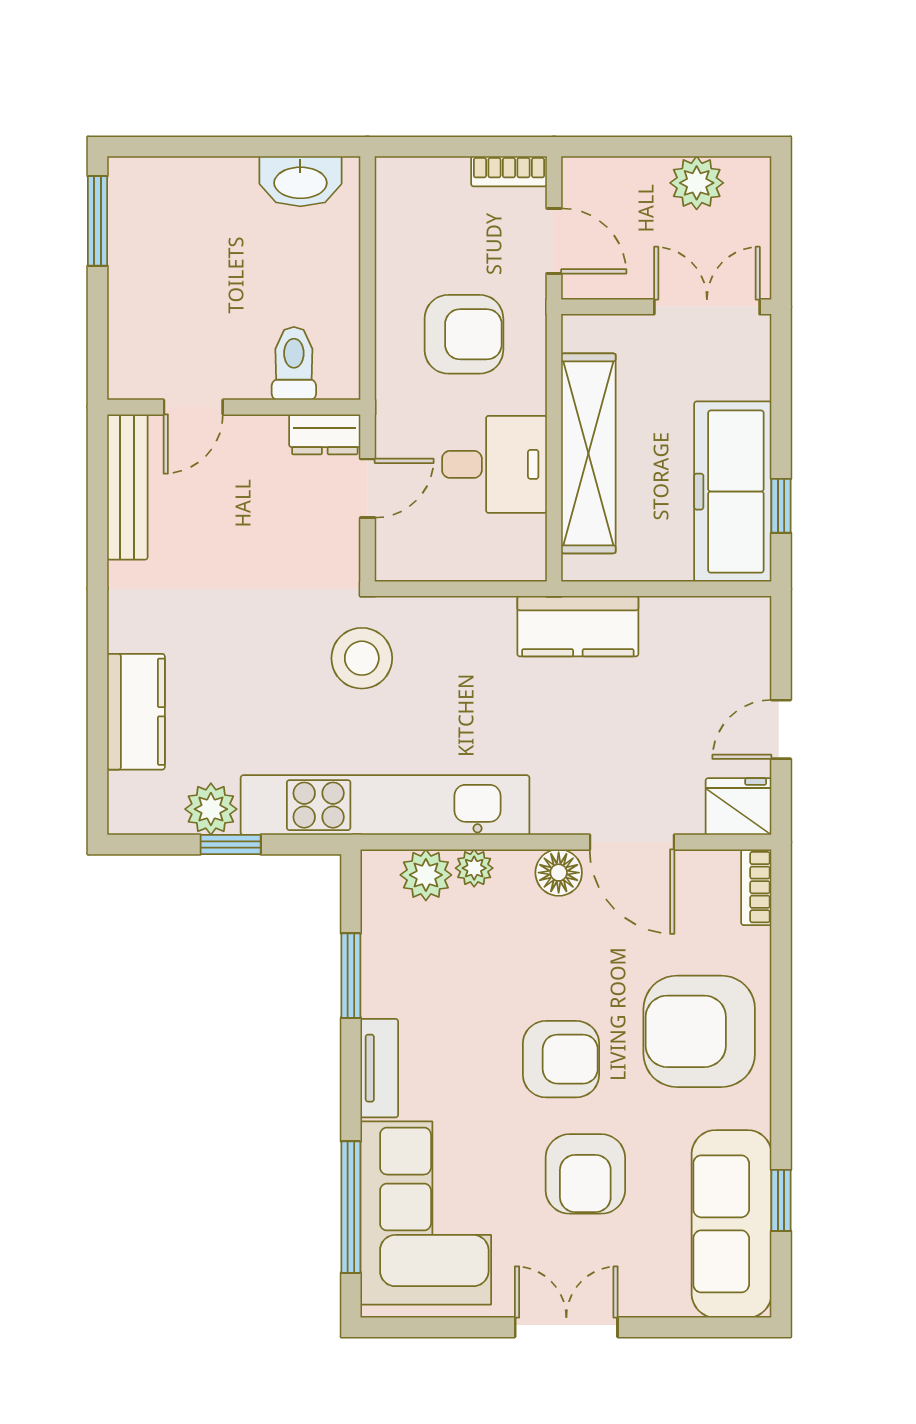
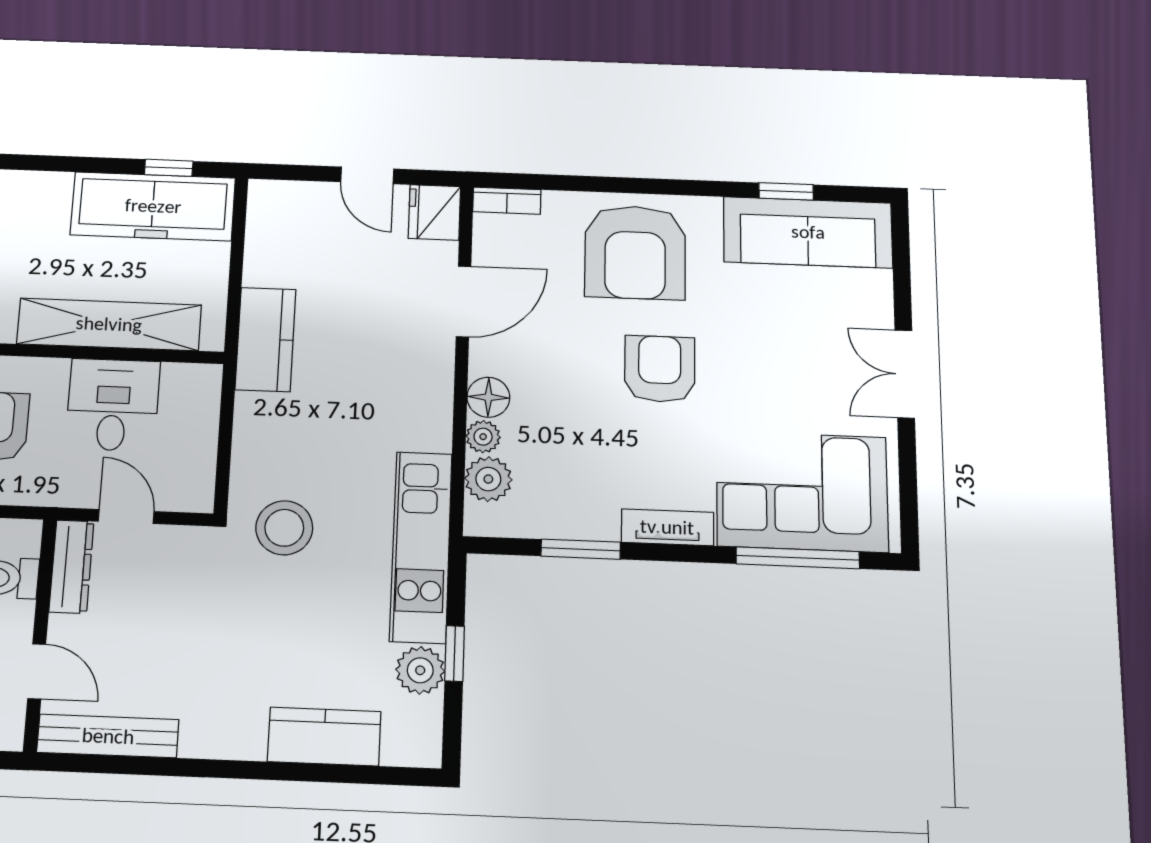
dresser: (325, 434) -> (71, 567), width x1.44
kitchen unit: (385, 805) -> (421, 547), width x0.73
floor lamp: (559, 873) -> (488, 397), moved
armchair: (585, 1174) -> (764, 352), removed

